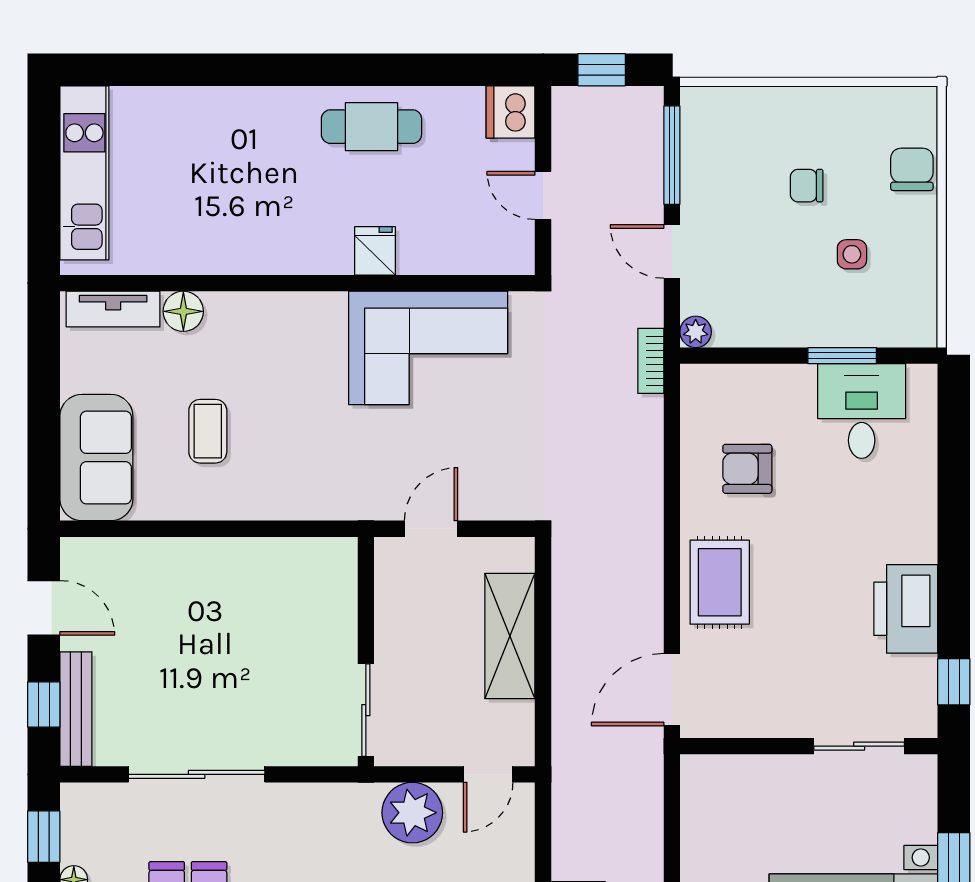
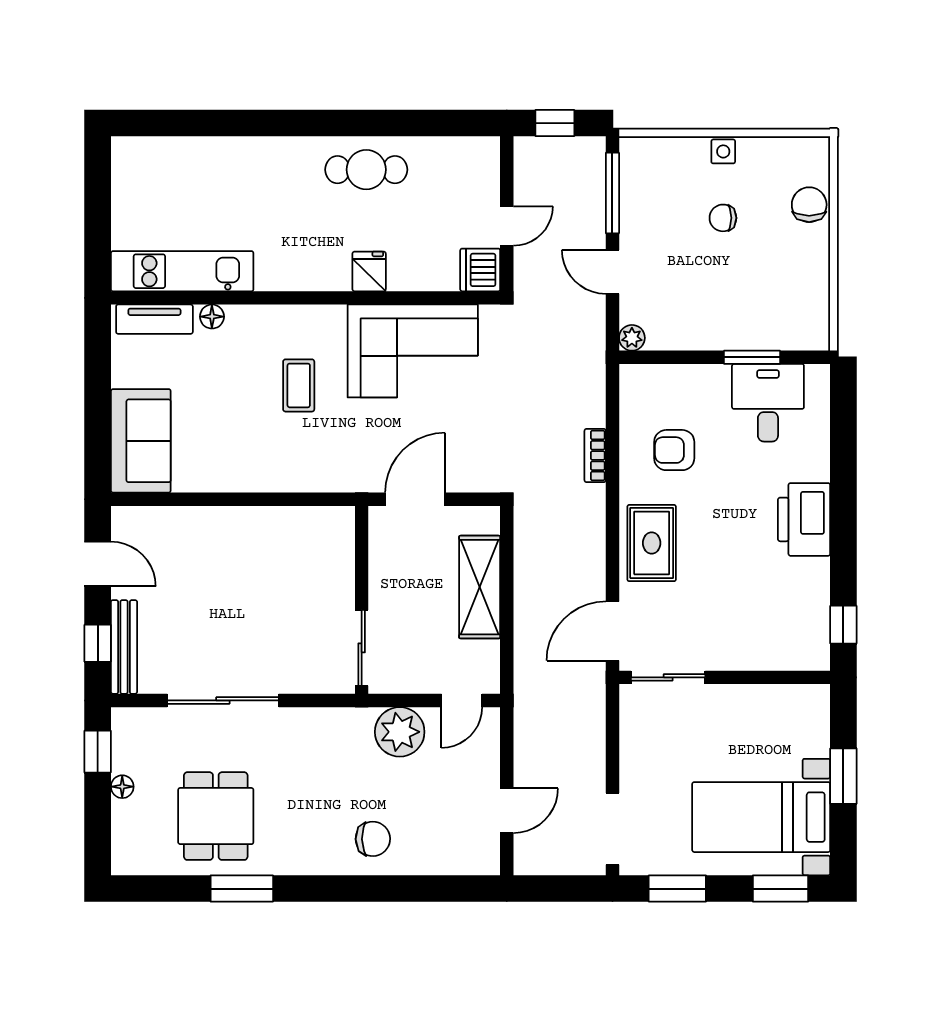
dishwasher: (511, 112) -> (480, 270), moved
kitchen unit: (84, 173) -> (182, 271), moved, turned -90
door: (543, 195) -> (507, 226), swing flipped
side table: (852, 254) -> (723, 151), moved
floor lamp: (183, 311) -> (212, 317), width x0.73, depth x0.73
bookcase: (651, 361) -> (595, 455), moved
coffee table: (208, 431) -> (299, 385), moved
door: (431, 529) -> (415, 499), width x1.38
printer: (906, 609) -> (804, 519), moved
sliding door: (859, 746) -> (668, 677), moved

